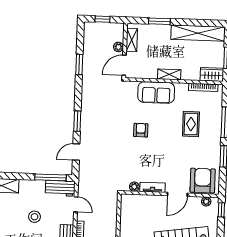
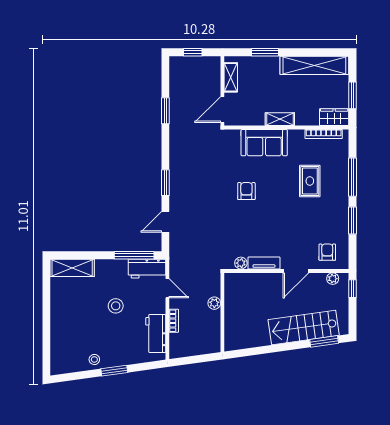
plant: (118, 47) -> (214, 303), moved
armchair: (203, 181) -> (327, 252), width x0.53, depth x0.53

